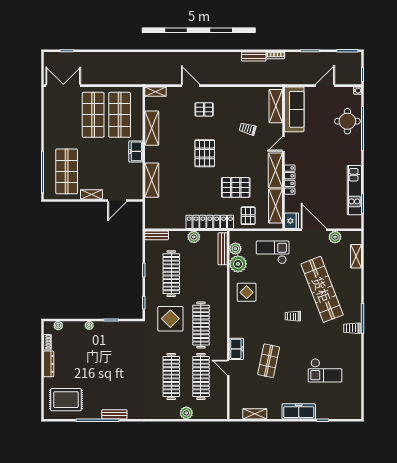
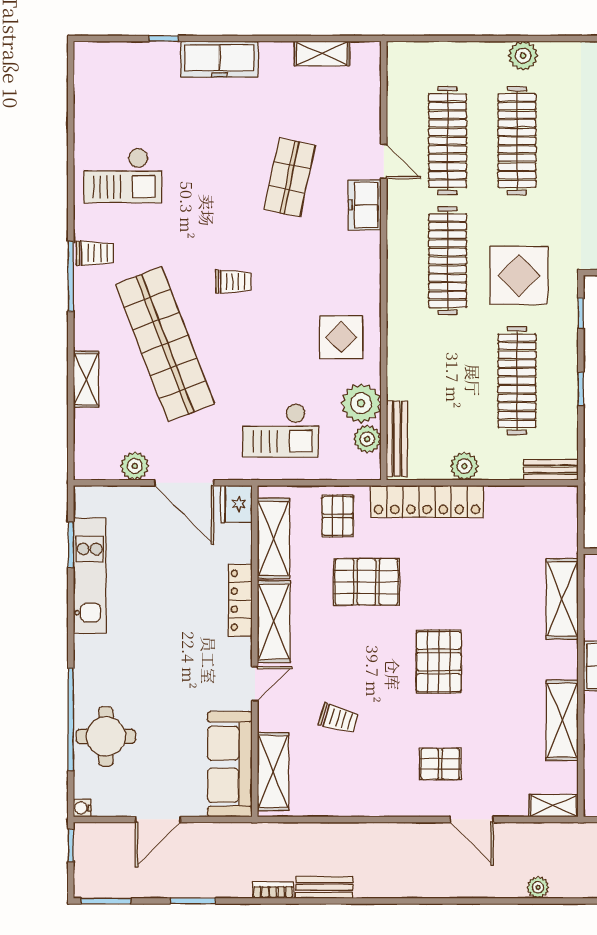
plant: (162, 57) -> (538, 887), added
shelving: (356, 256) -> (86, 379), moved
checkout: (325, 370) -> (123, 175), moved, turned 180
plant: (186, 413) -> (523, 56), moved

